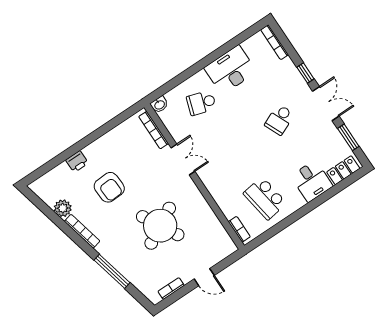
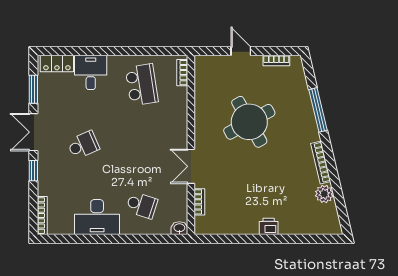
bookcase: (154, 130) -> (199, 202), width x0.64
printer: (77, 162) -> (269, 226), moved
armchair: (109, 187) -> (271, 185), removed

